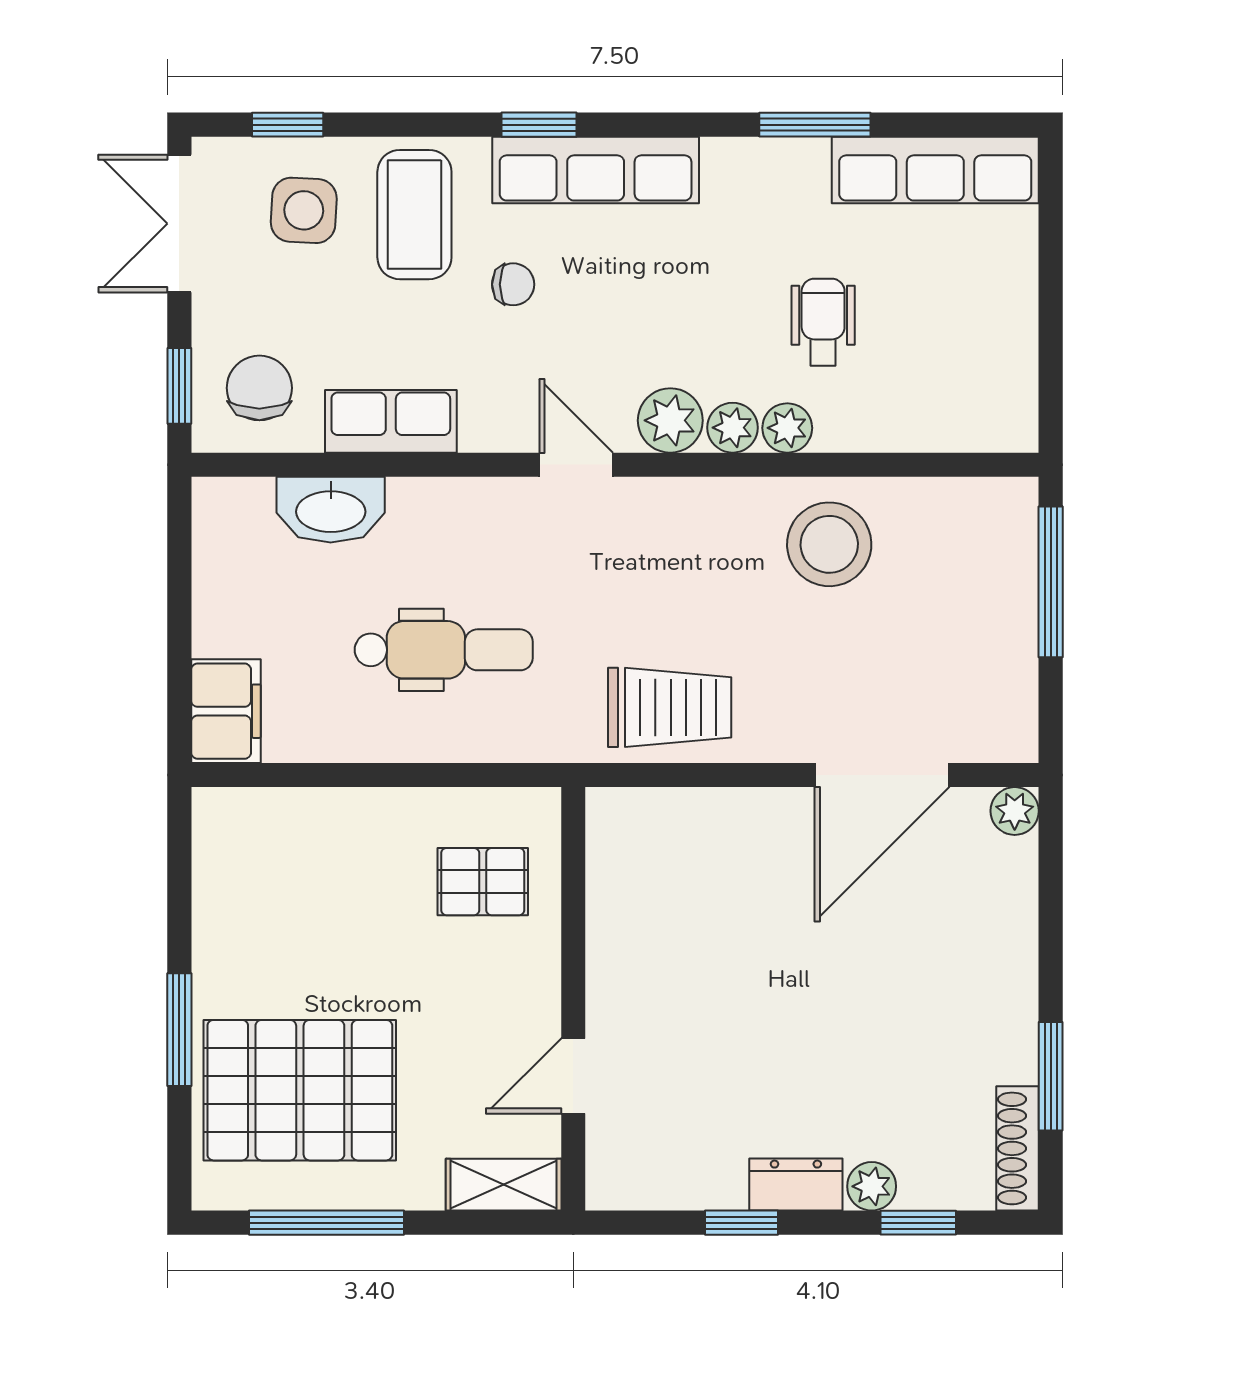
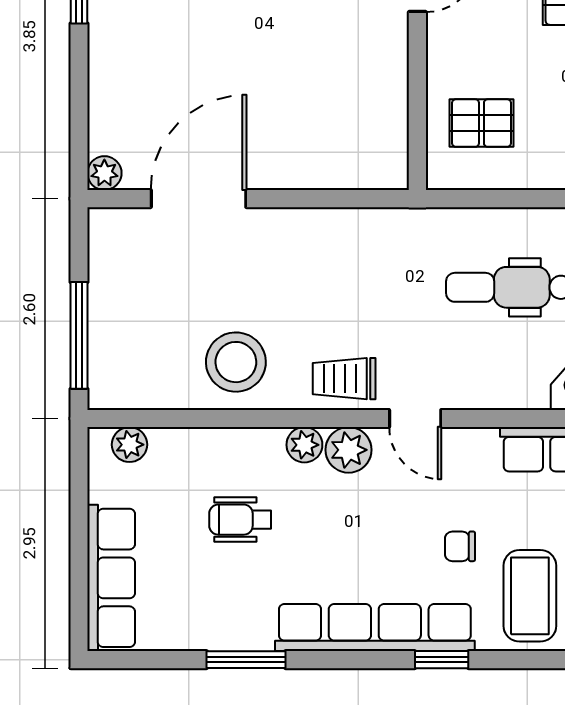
row of seats: (596, 170) -> (375, 627), width x1.36
row of seats: (935, 170) -> (111, 578), moved, turned 90
wheelchair: (823, 322) -> (240, 520), turned 90
plant: (787, 428) -> (129, 445), moved
trolley: (670, 707) -> (344, 379), moved, width x0.73, depth x0.72

